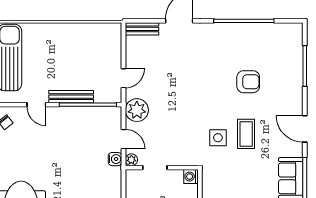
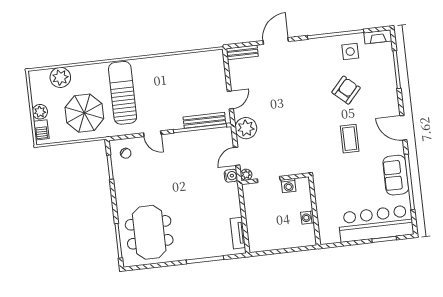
fireplace: (289, 29) -> (378, 37), added
armchair: (248, 82) -> (346, 90), turned -48
bench: (71, 97) -> (204, 120), moved
side table: (218, 138) -> (350, 52), moved
door: (124, 139) -> (237, 156), swing flipped
washing machine: (191, 177) -> (289, 186), moved, turned -90

